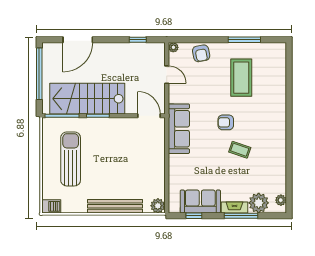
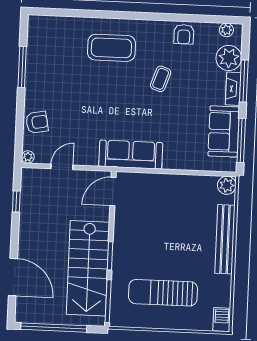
coffee table: (241, 78) -> (111, 48), moved
armchair: (226, 122) -> (184, 34), moved
window: (194, 216) -> (241, 140), width x2.17

